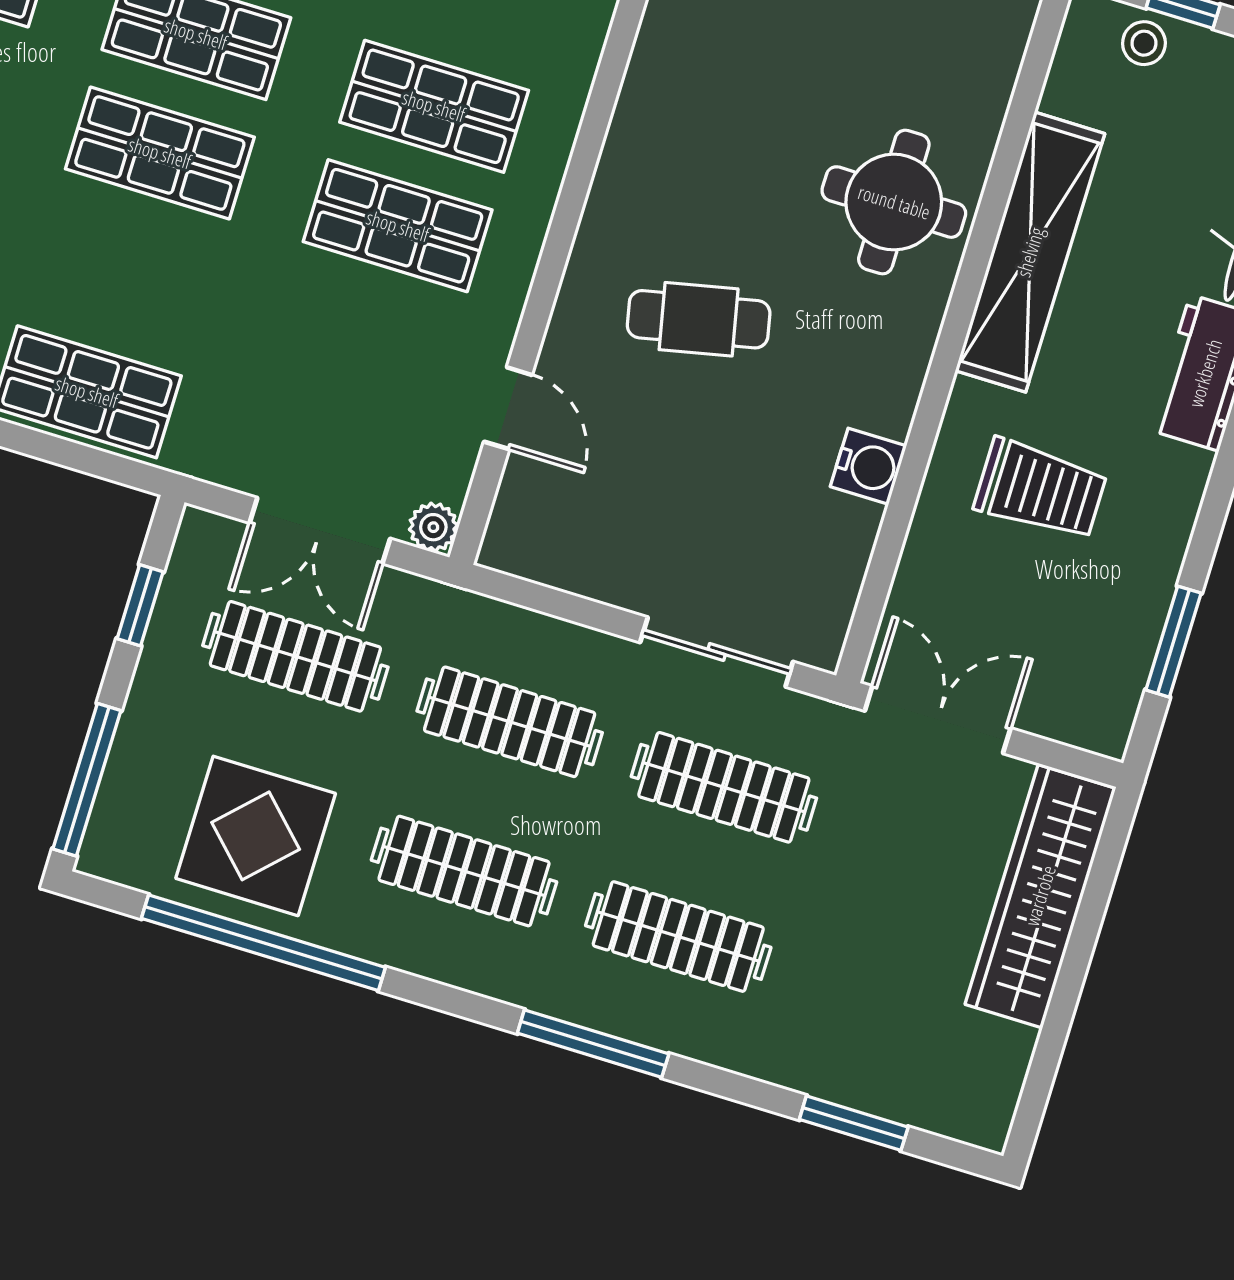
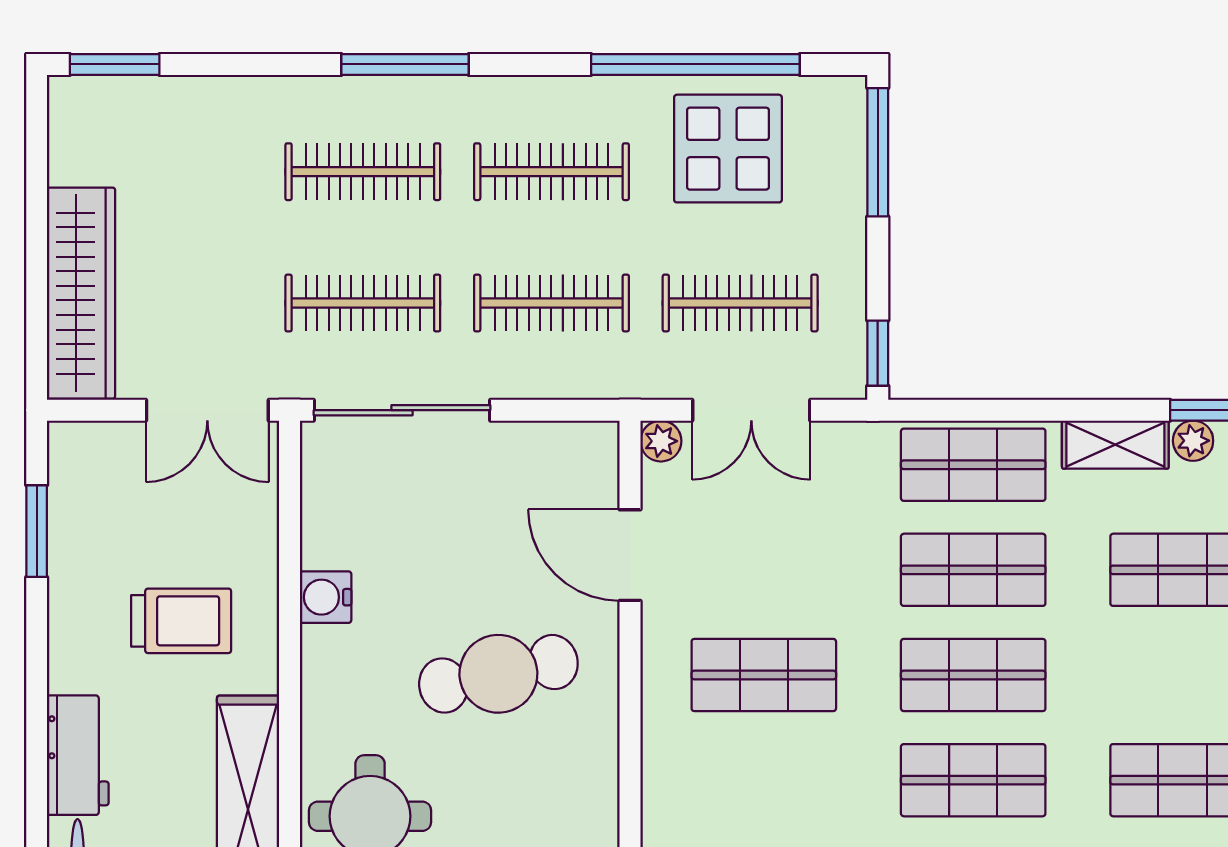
shop shelf: (434, 106) -> (973, 570), moved
cafe table: (699, 319) -> (498, 674), width x1.37, depth x1.35
door: (508, 408) -> (630, 555), width x1.38
trolley: (1040, 489) -> (181, 621), turned 180
double door: (320, 531) -> (751, 410), swing flipped
window: (140, 605) -> (878, 353), moved
sliding door: (717, 652) -> (402, 410), width x1.37
window: (854, 1123) -> (115, 64), moved

